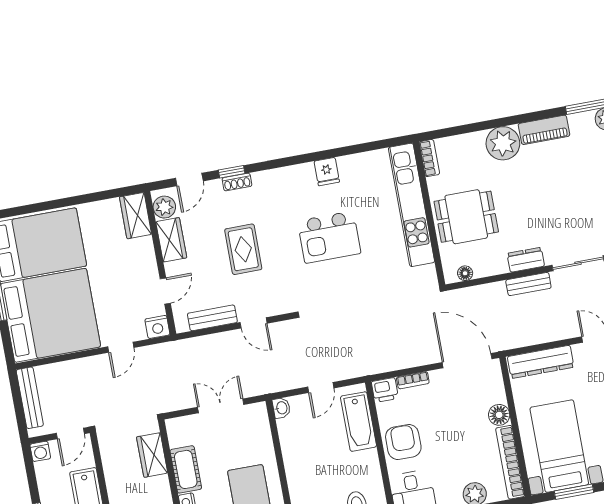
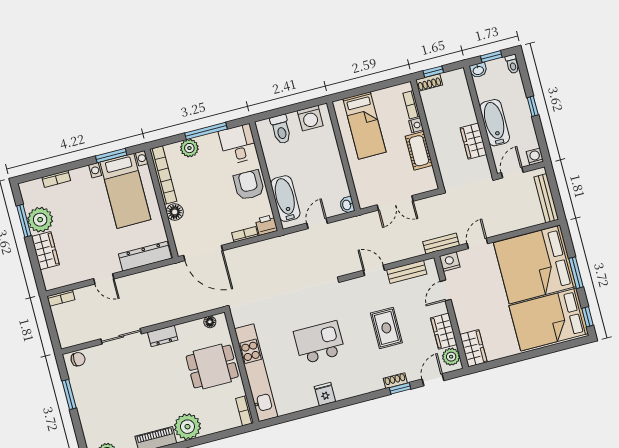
bench: (528, 284) -> (441, 244), moved
armchair: (403, 442) -> (249, 185), turned 180
wardrobe: (152, 455) -> (473, 141), moved, turned 180

